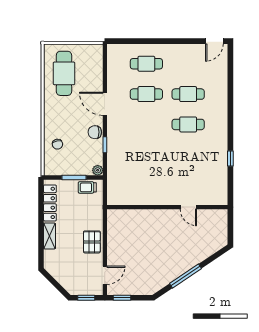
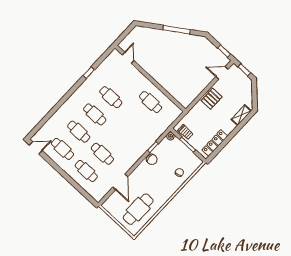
cafe table: (188, 64) -> (63, 149), added
door: (105, 104) -> (120, 182), moved
cafe table: (188, 155) -> (111, 97), added
cafe table: (146, 185) -> (151, 102), added
door: (188, 207) -> (128, 58), moved
shelving: (50, 236) -> (241, 115), moved

